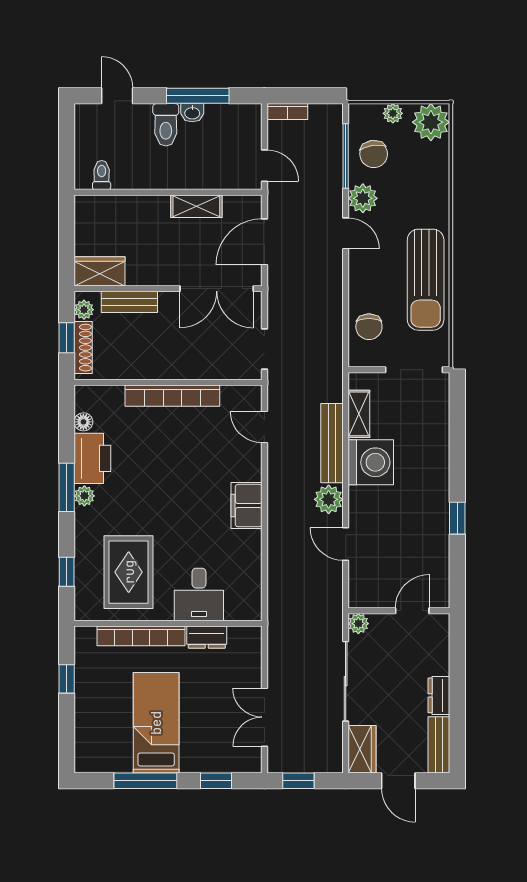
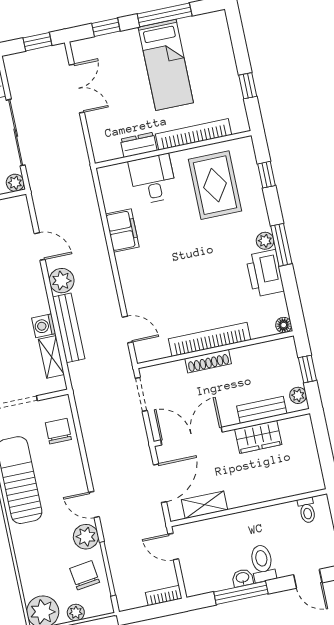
shelving: (196, 206) -> (205, 505), moved
wardrobe: (100, 271) -> (258, 437), moved
shoe rack: (83, 348) -> (208, 361), moved, turned -90
floor lamp: (83, 422) -> (284, 325), moved
washing machine: (371, 462) -> (44, 326), width x0.53, depth x0.53
filing cabinet: (246, 506) -> (122, 230), moved

